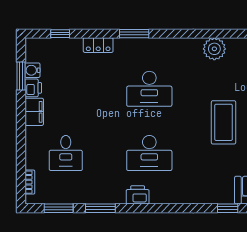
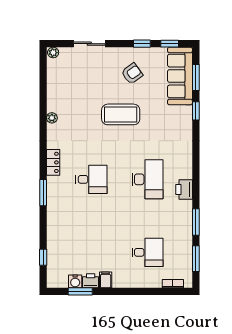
locker: (98, 45) -> (53, 162), moved
plant: (214, 49) -> (52, 118), width x0.53, depth x0.53
desk: (149, 89) -> (91, 179), width x0.73
filing cabinet: (34, 112) -> (106, 280), width x0.50

